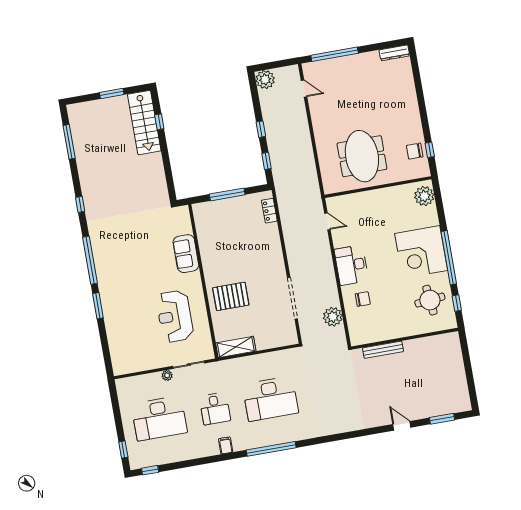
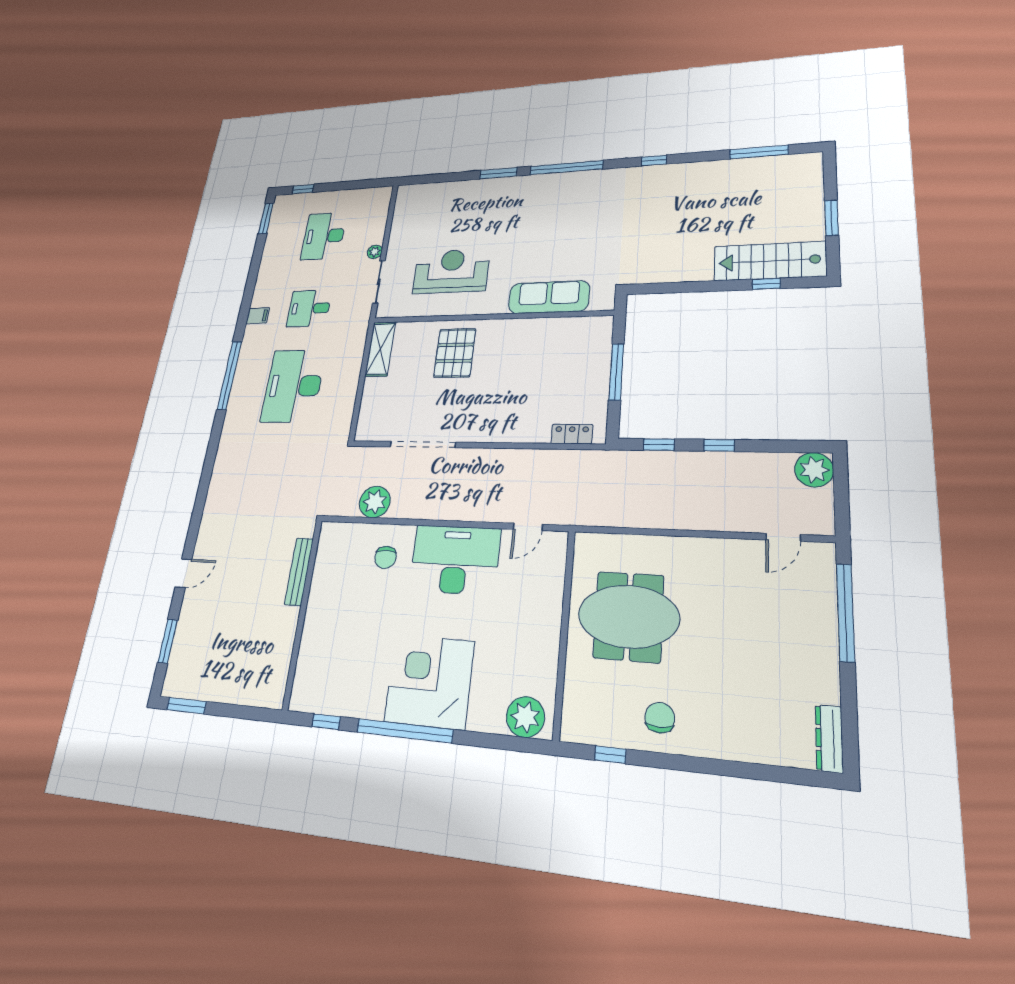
chair: (415, 151) -> (660, 718), moved
sofa: (186, 254) -> (549, 297), width x1.36
desk: (351, 265) -> (455, 560), width x1.36, depth x1.30
round table: (430, 300) -> (346, 674), removed
window: (472, 391) -> (187, 706), added
desk: (159, 418) -> (324, 236), width x0.73, depth x0.77
window: (150, 470) -> (266, 218), width x1.50

